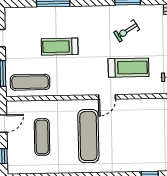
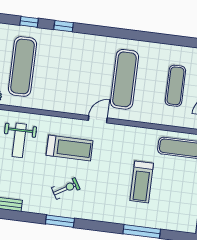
treadmill: (60, 47) -> (142, 182), turned 90
treadmill: (128, 68) -> (70, 148), turned 180

